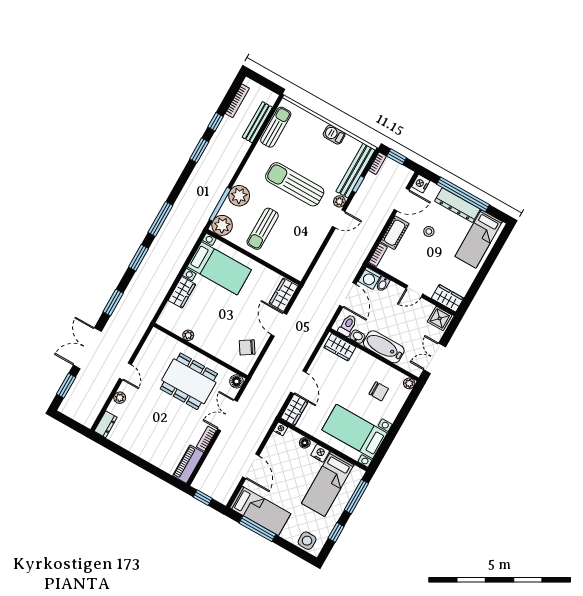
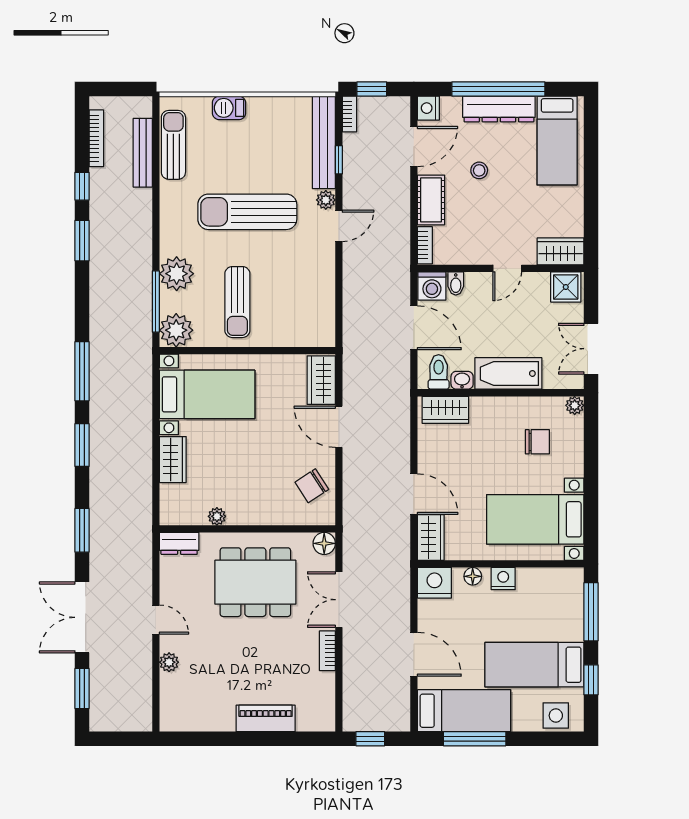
barbecue: (334, 135) -> (229, 108), moved
dresser: (106, 424) -> (179, 543), moved, turned 90
nightstand: (281, 429) -> (434, 583), width x1.89, depth x1.79
piano: (188, 464) -> (266, 718), moved, turned 90
bed: (328, 484) -> (534, 665), moved, turned 90

